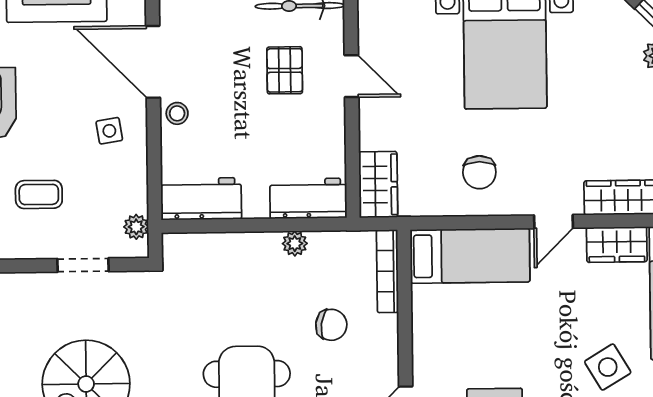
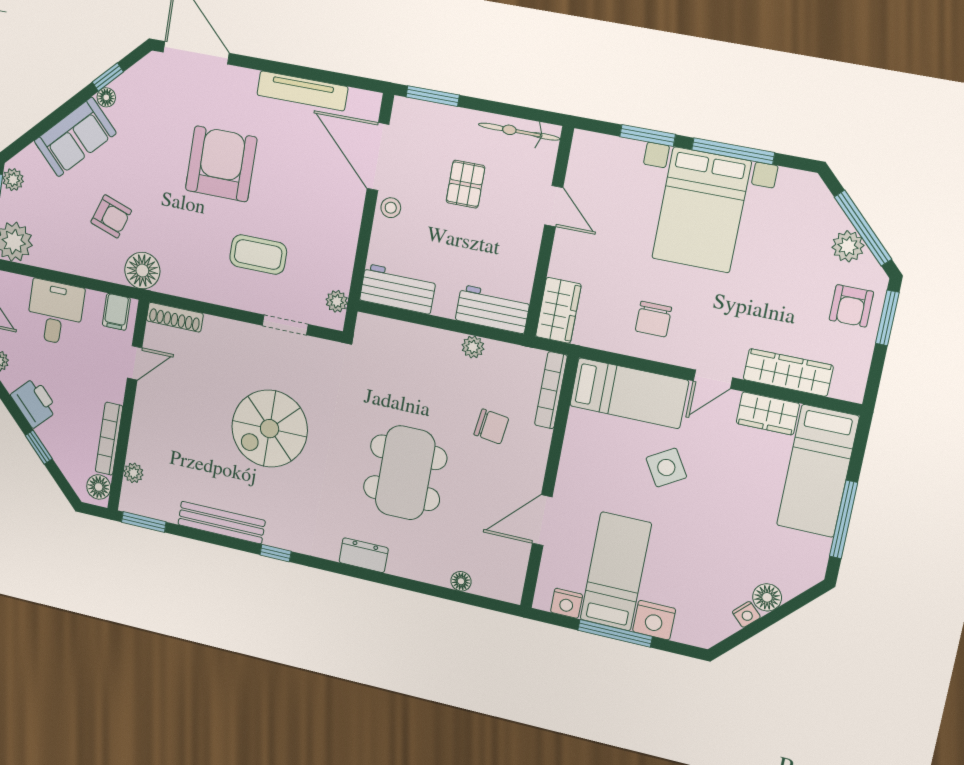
pallet: (285, 70) -> (466, 184), moved
side table: (109, 131) -> (329, 211), removed
coffee table: (39, 194) -> (258, 254), width x1.36, depth x1.30
side table: (608, 367) -> (666, 468), moved

